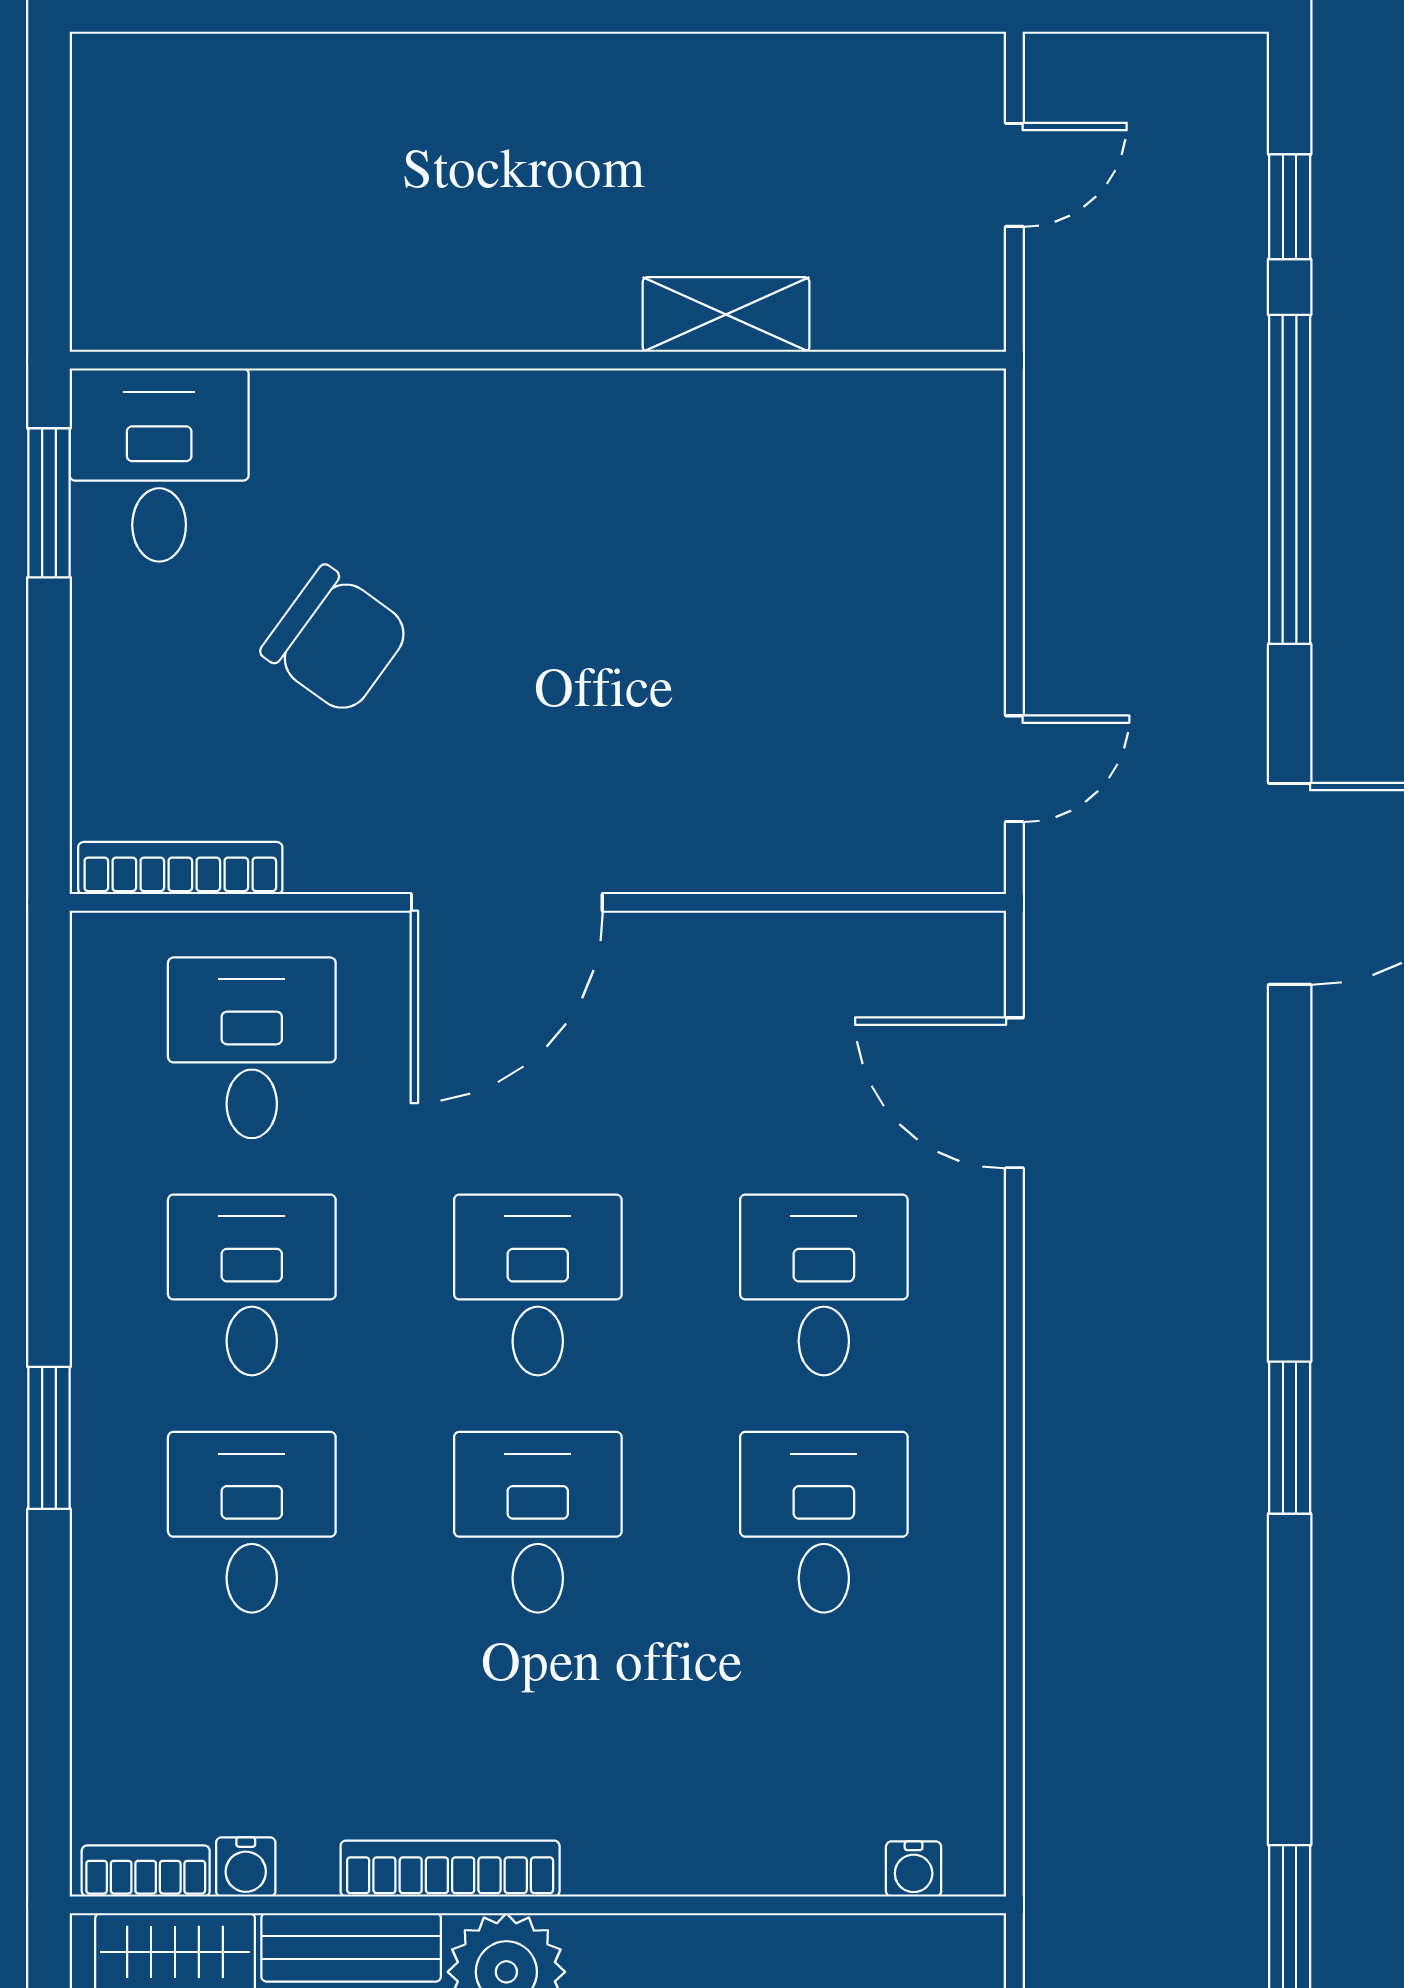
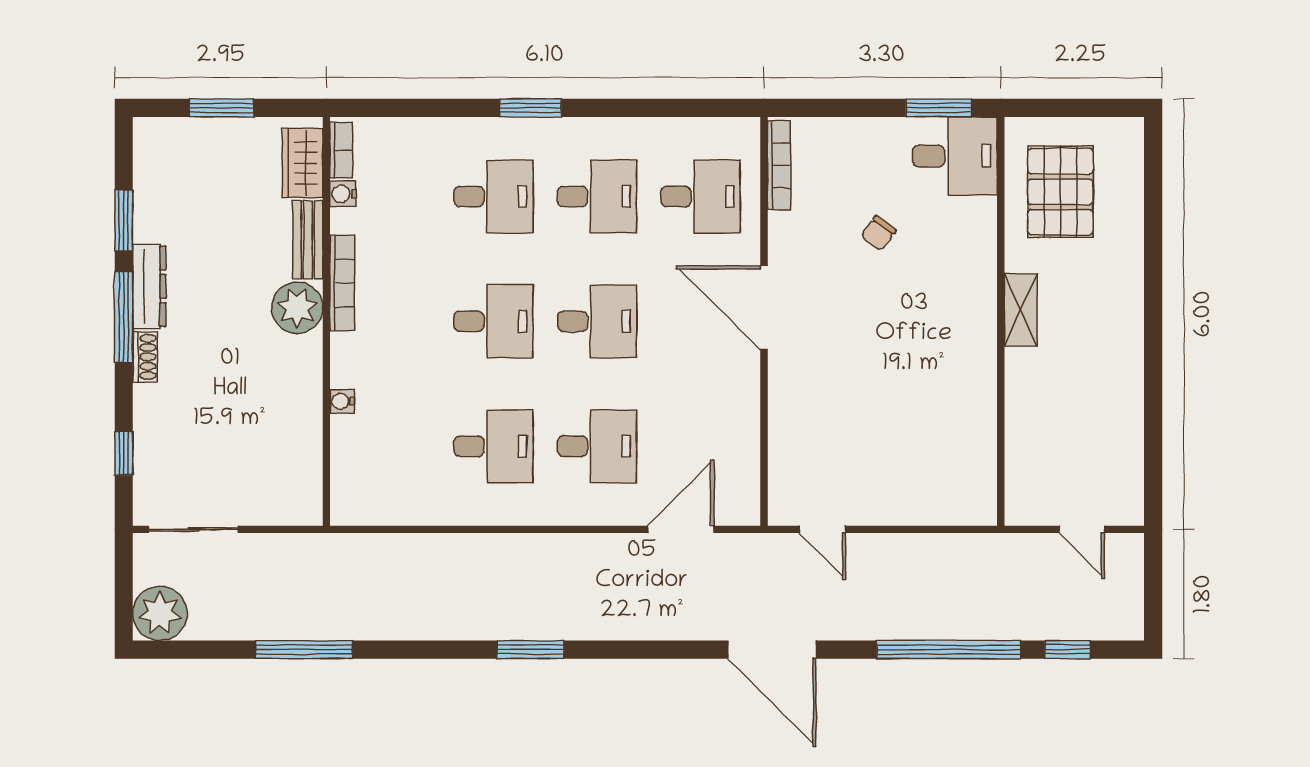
pallet: (241, 224) -> (1060, 192), added
shelving: (726, 315) -> (1021, 310), moved
chair: (336, 640) -> (879, 233), width x0.54, depth x0.54
water cooler: (914, 1869) -> (342, 401), moved

